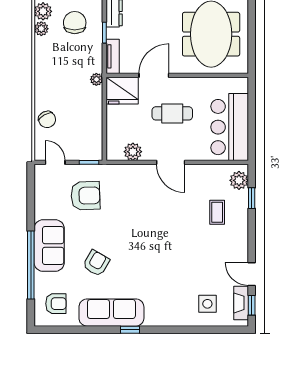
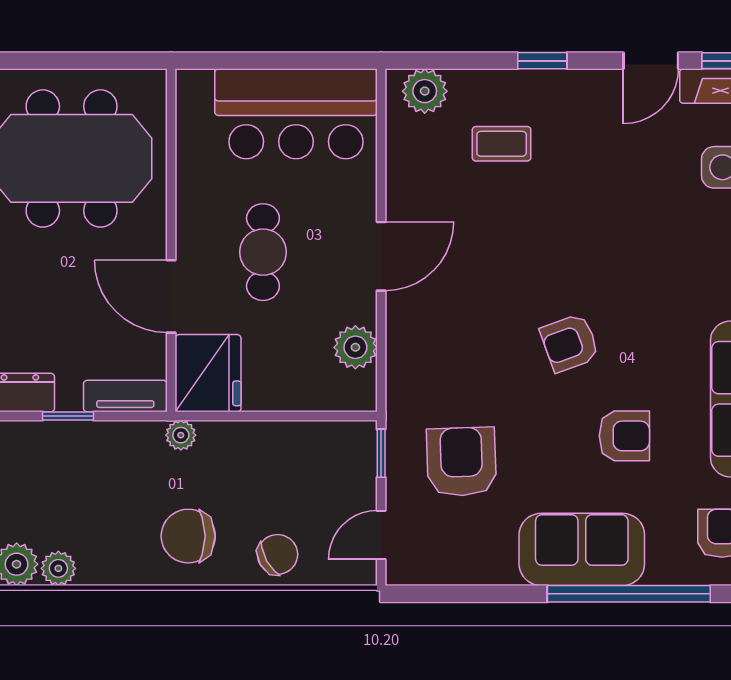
chair: (75, 23) -> (188, 536), moved
window: (252, 198) -> (542, 61), moved
armchair: (135, 240) -> (570, 343), added
armchair: (96, 263) -> (624, 436), turned 150

